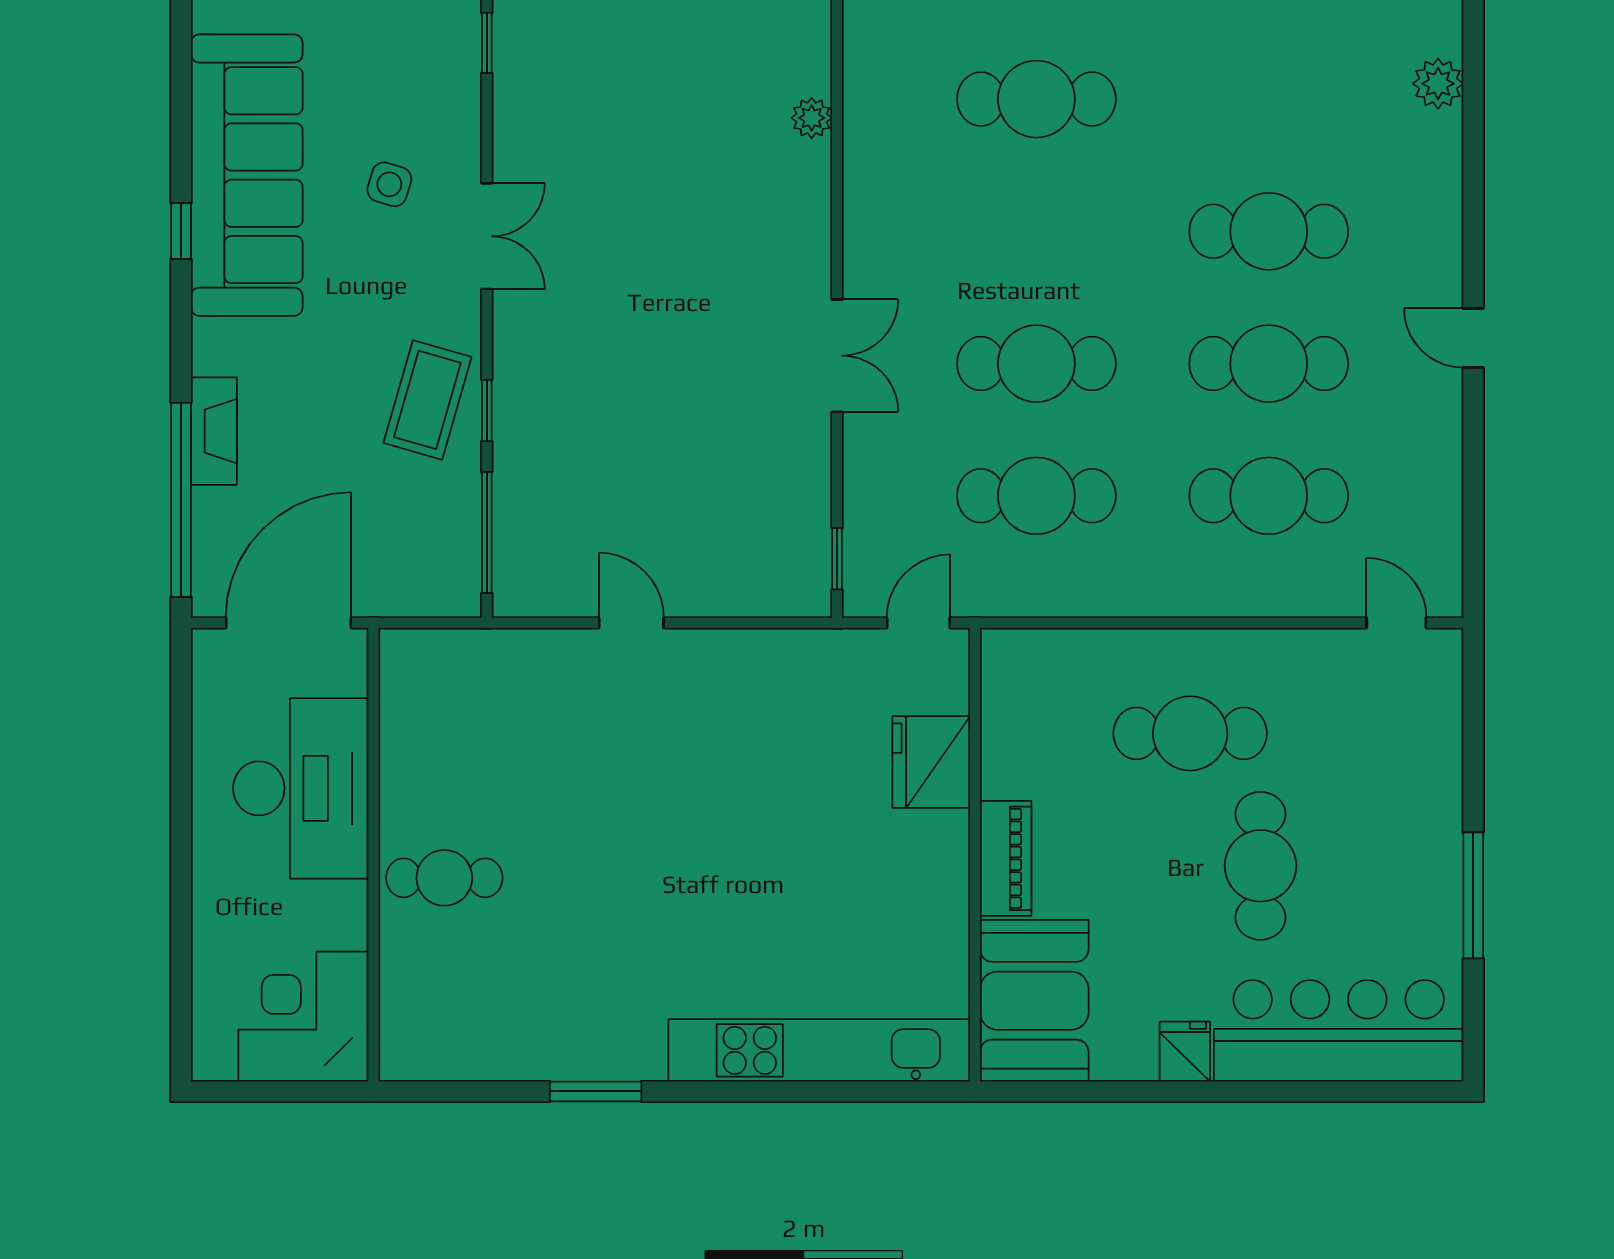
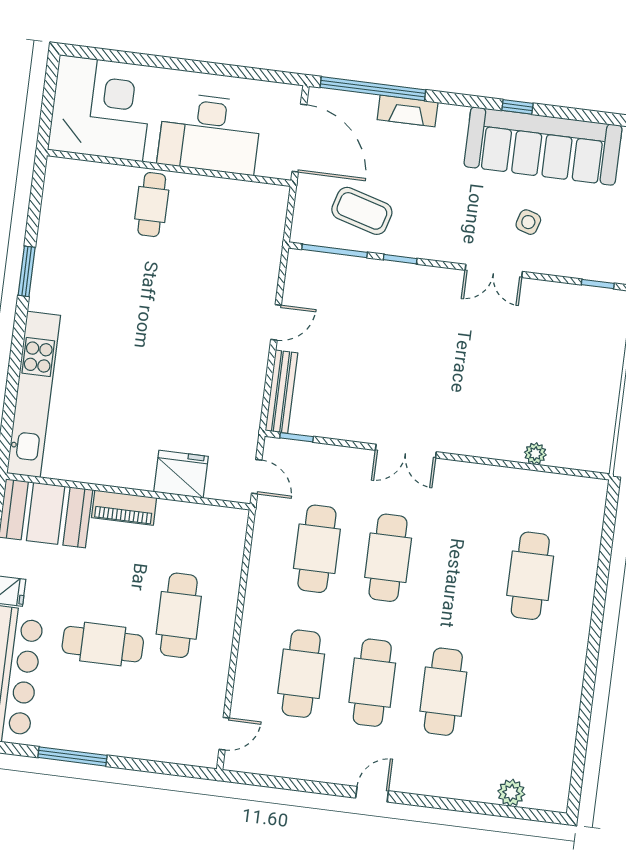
coffee table: (427, 400) -> (362, 211), moved
bench: (757, 597) -> (281, 392), added
corner desk: (303, 1017) -> (101, 108), width x1.36, depth x1.36

